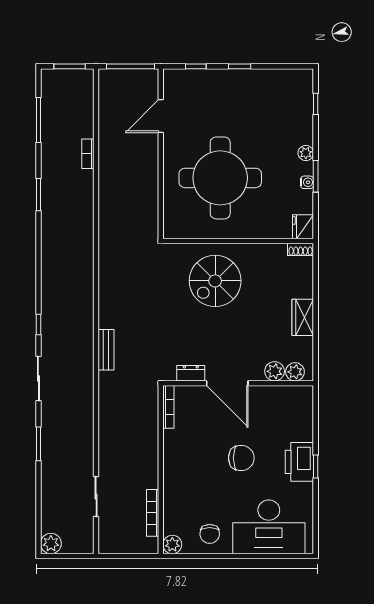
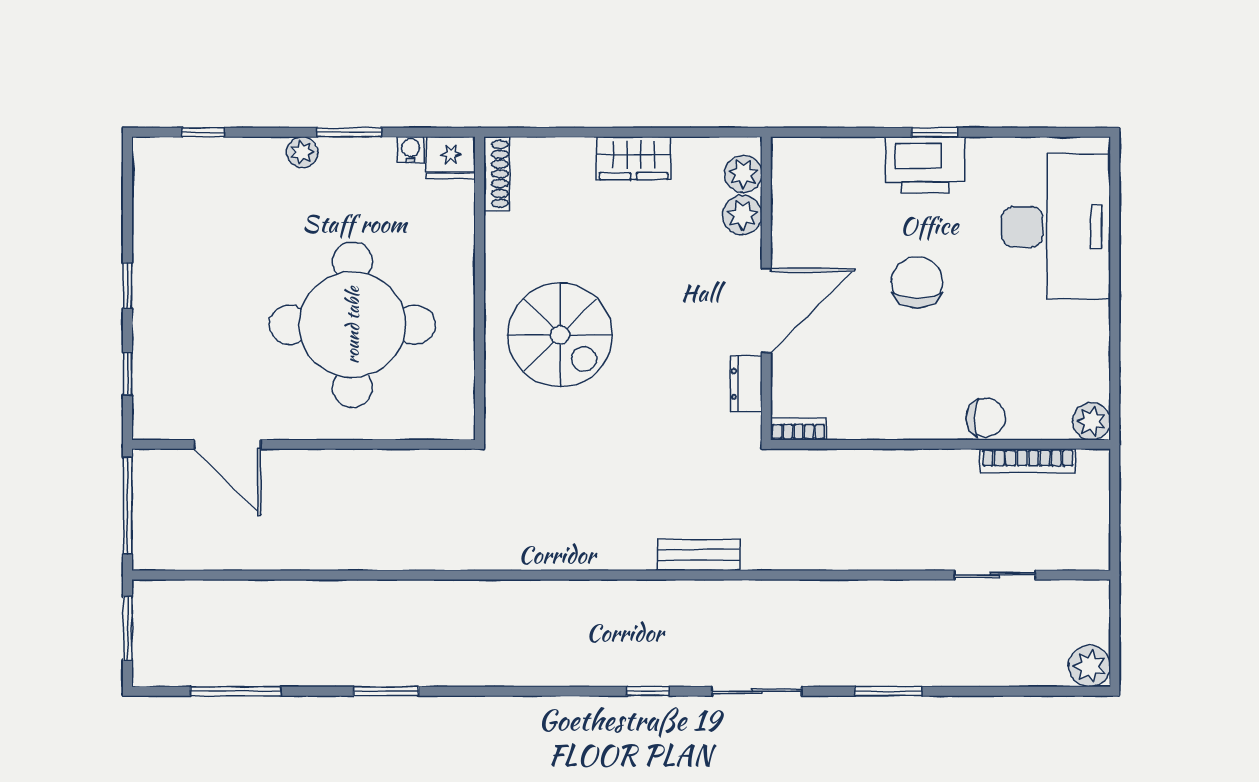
bookcase: (88, 154) -> (304, 591), removed
water cooler: (307, 182) -> (410, 150), moved
shoe rack: (301, 249) -> (497, 174), width x1.43
bookcase: (168, 407) -> (798, 429), width x0.64
chair: (210, 534) -> (986, 418), moved

